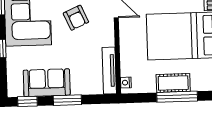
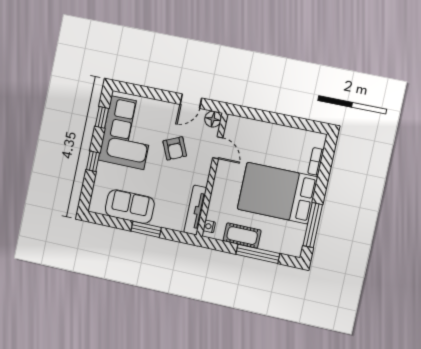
cot: (173, 83) -> (242, 236), moved
window: (27, 101) -> (106, 220), removed

